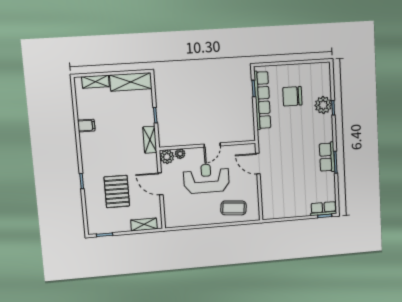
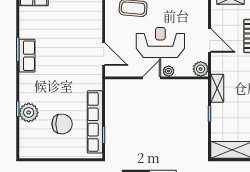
plant: (180, 154) -> (169, 71), moved
reception desk: (206, 178) -> (160, 42), turned 180

